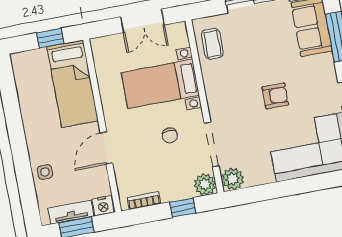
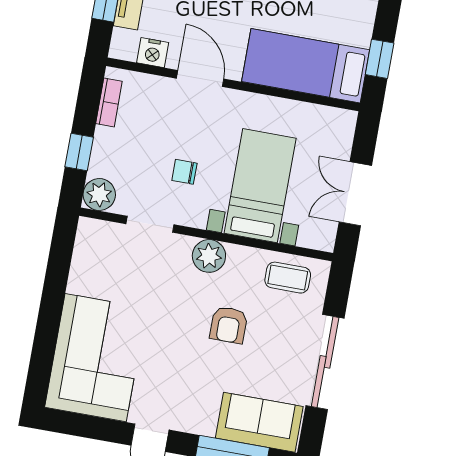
armchair: (275, 96) -> (229, 325), moved
doorway: (212, 145) -> (150, 224), width x0.73
plant: (233, 179) -> (209, 256), moved
nightstand: (103, 206) -> (153, 53), moved, turned -90

